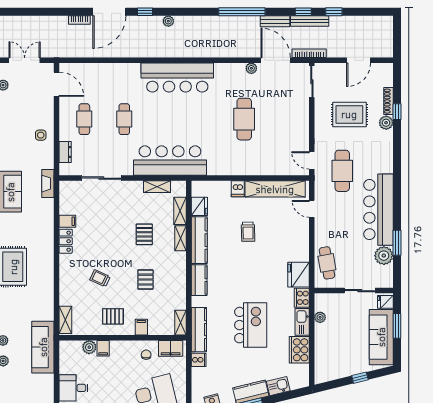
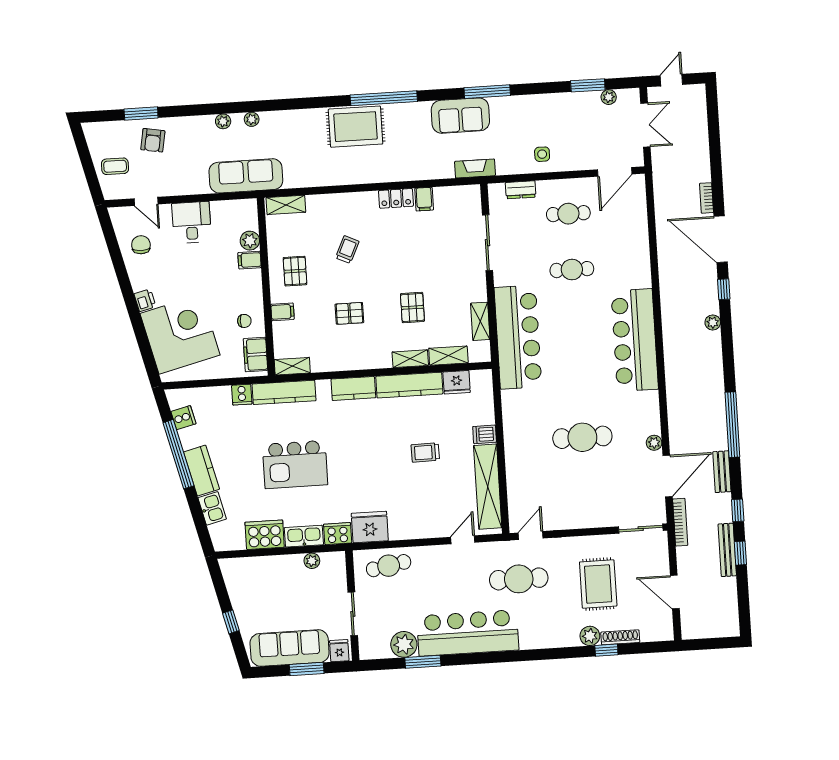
bench: (310, 21) -> (727, 550), moved
pallet: (144, 234) -> (412, 307), turned 90

